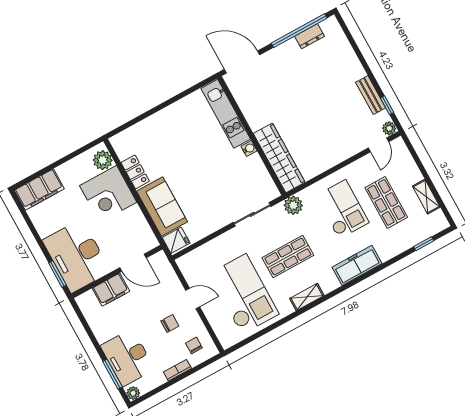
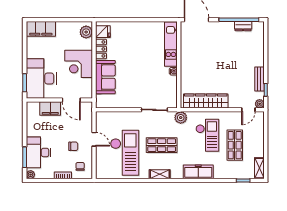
wardrobe: (279, 158) -> (206, 101), moved, turned -90
corner desk: (108, 194) -> (79, 64), moved
shelving: (426, 197) -> (259, 168), moved
fridge: (176, 240) -> (103, 32), moved

